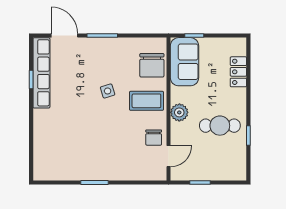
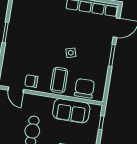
sofa: (184, 62) -> (71, 111), moved
chair: (152, 65) -> (84, 88), turned 90
plant: (179, 112) -> (47, 103), removed

